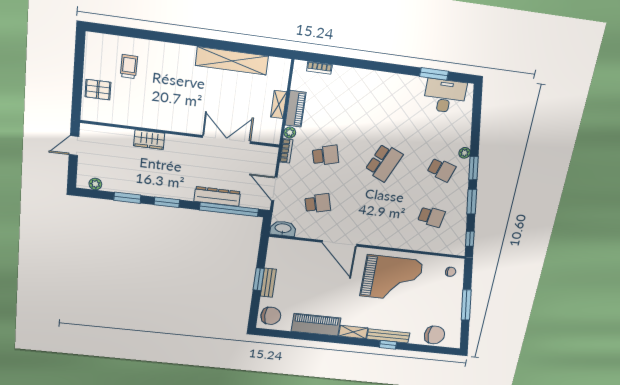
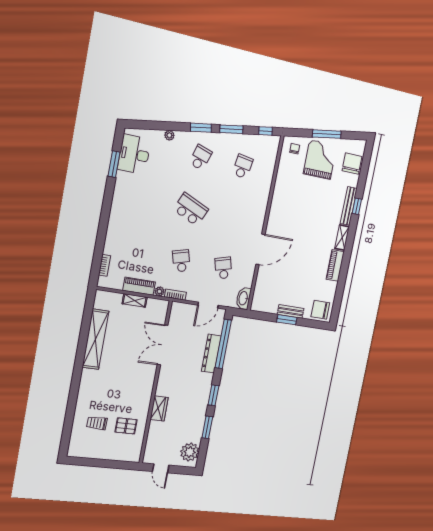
pallet: (98, 90) -> (126, 426), moved, turned 90
plant: (465, 153) -> (169, 135), moved
plant: (95, 184) -> (190, 452), width x1.87, depth x1.87
grand piano: (392, 278) -> (320, 160), moved, width x0.73, depth x0.68
chair: (271, 316) -> (320, 310), turned -90
piano: (316, 325) -> (335, 265), width x0.73, depth x0.75

